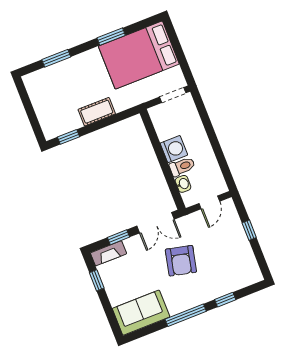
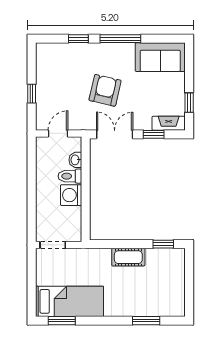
window: (111, 37) -> (62, 321), moved
bed: (139, 55) -> (69, 301), width x0.67

